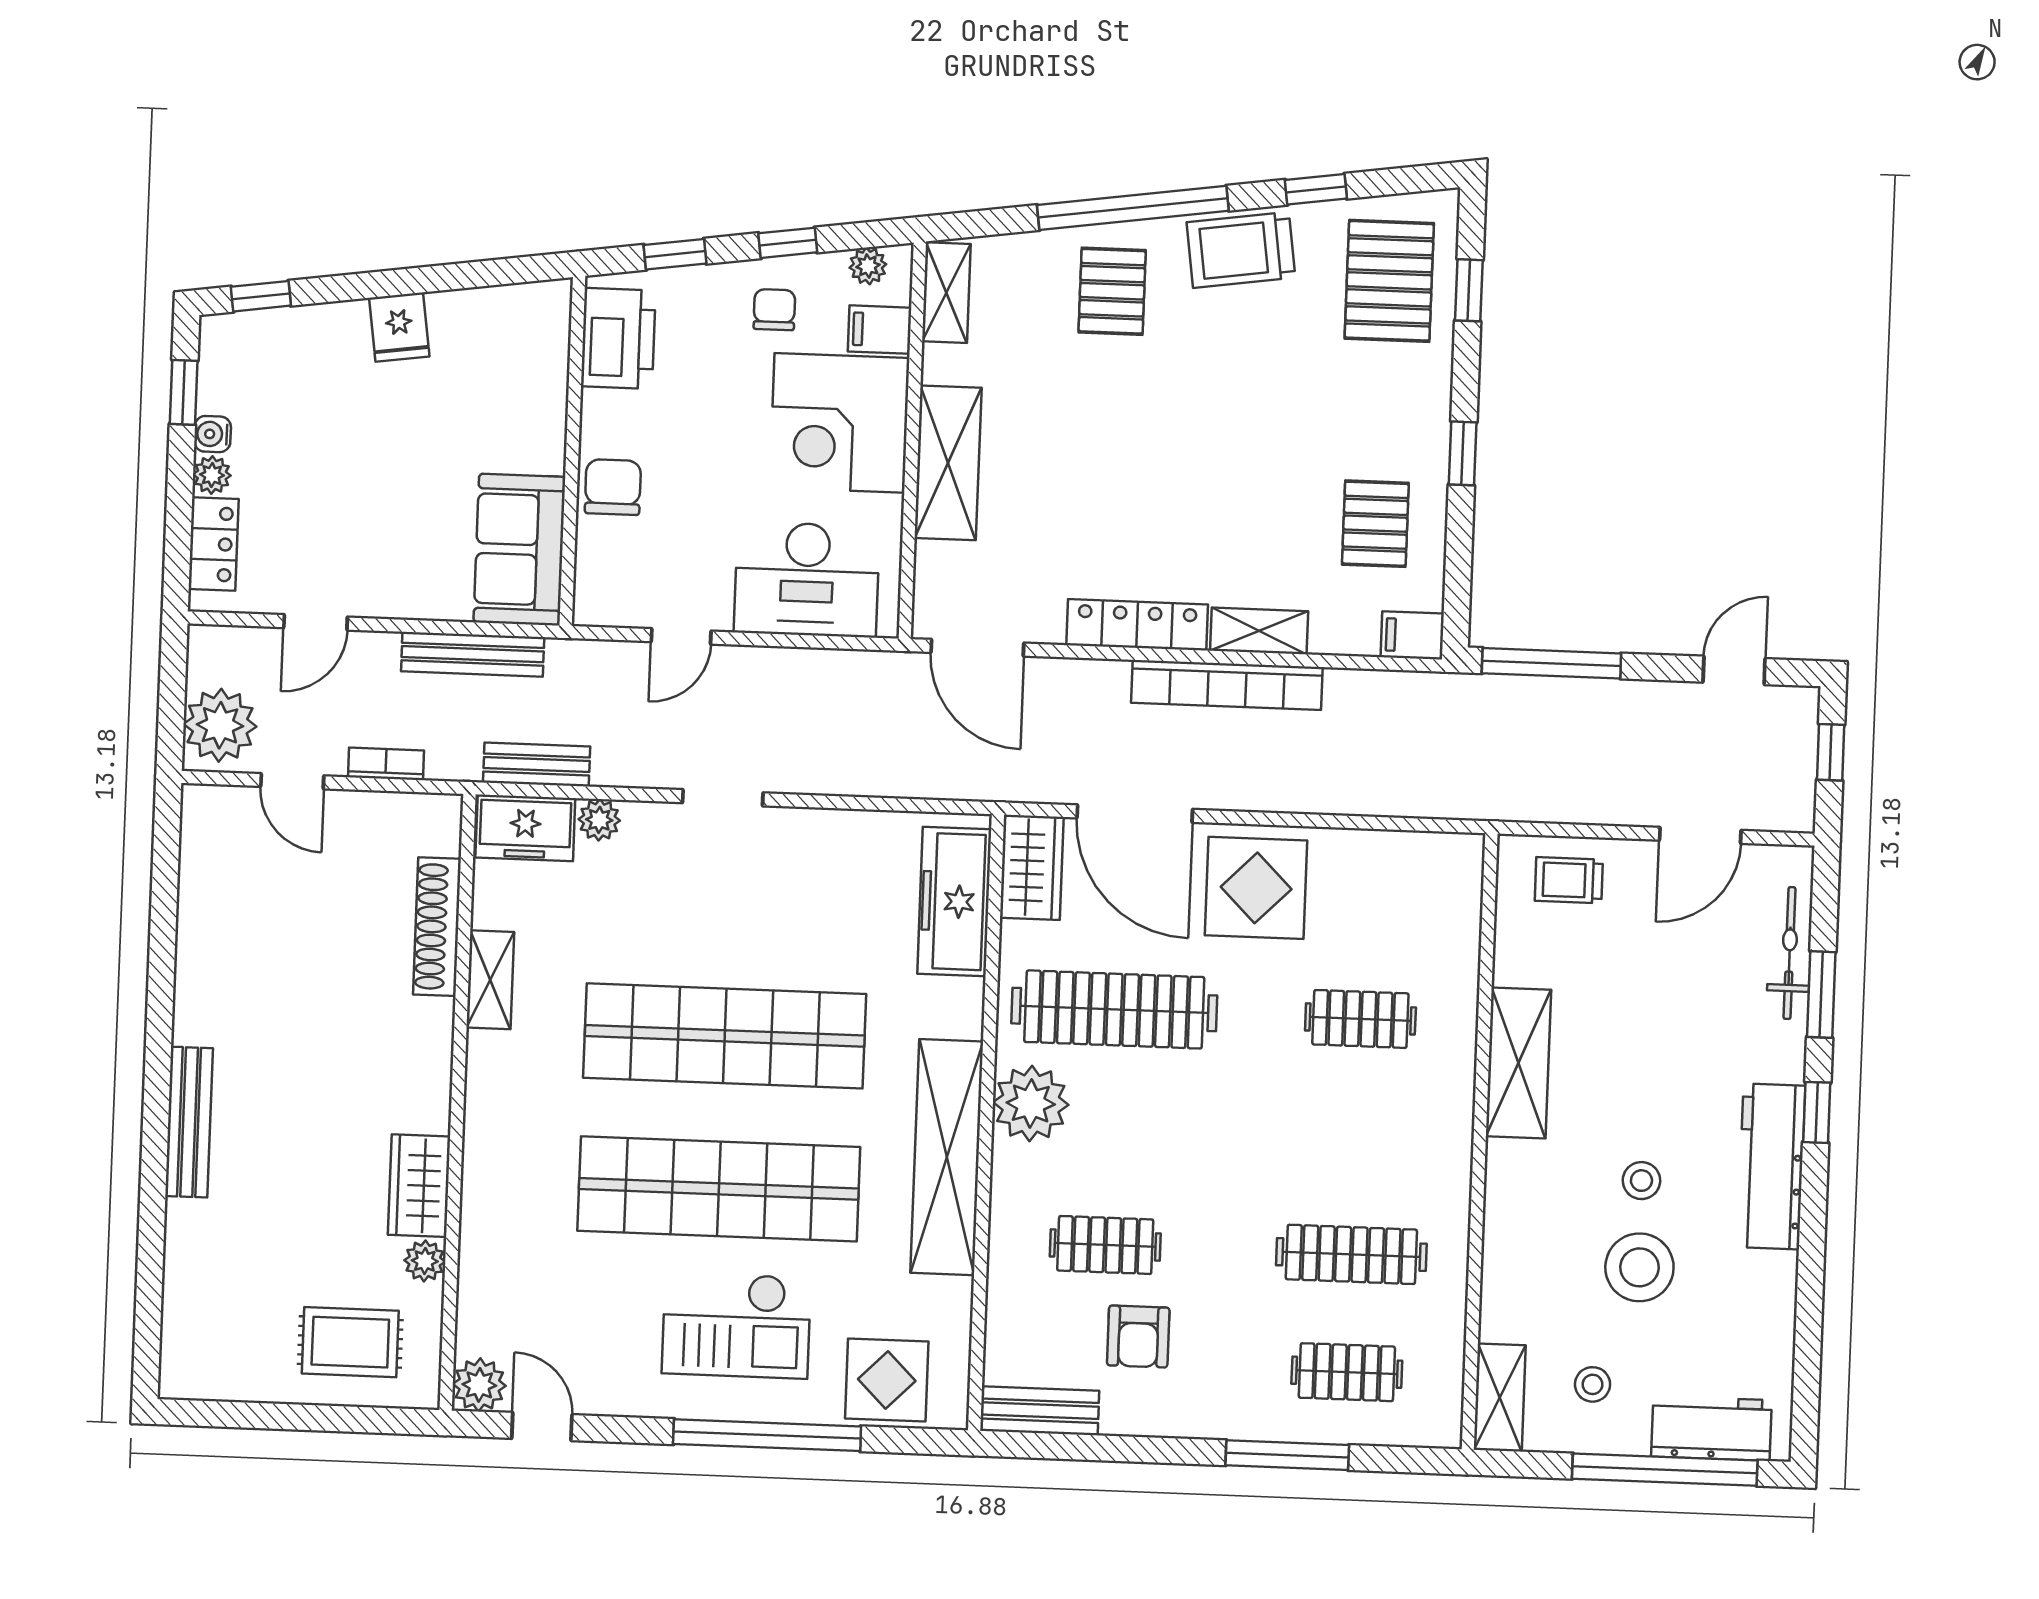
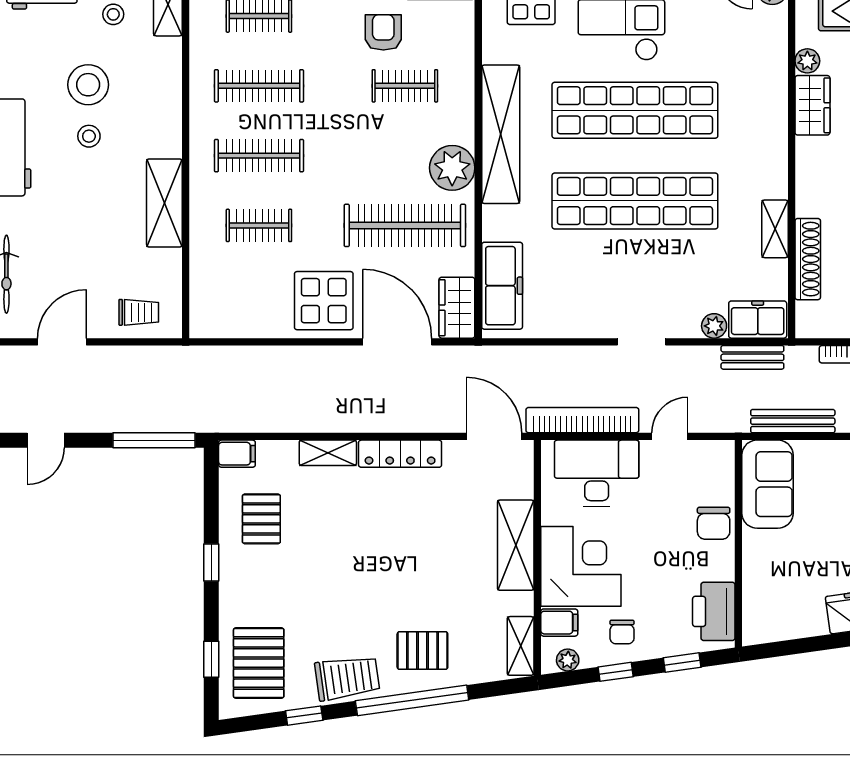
pallet: (1112, 291) -> (422, 651), turned 90
bookcase: (1227, 685) -> (582, 420), moved
clothes rail: (1356, 1137) -> (259, 156), added

